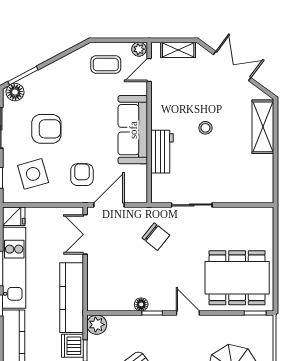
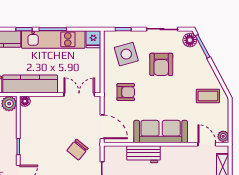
coffee table: (106, 65) -> (208, 96), moved, turned 90
door: (109, 205) -> (102, 127), moved
floor lamp: (141, 304) -> (25, 101), moved

